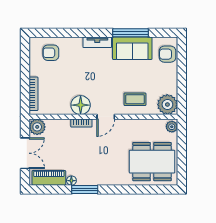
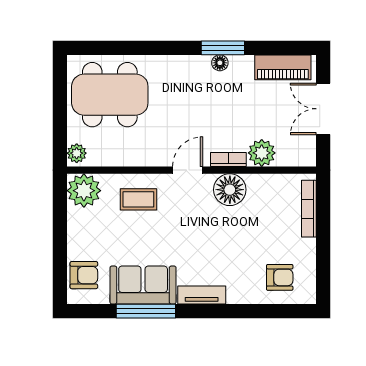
plant: (37, 127) -> (262, 153), moved
floor lamp: (71, 181) -> (220, 63), moved

